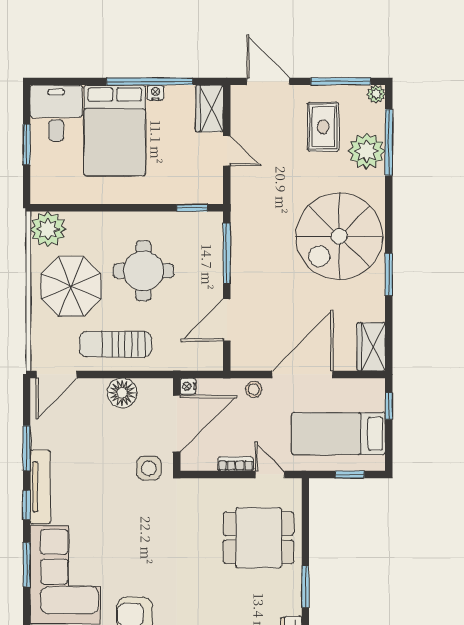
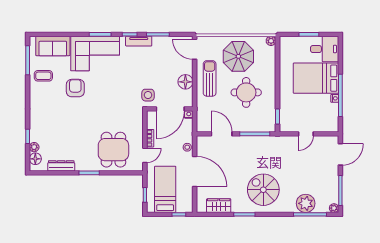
wardrobe: (210, 108) -> (327, 125), removed
rug: (323, 127) -> (318, 182), removed
plant: (48, 229) -> (271, 41), width x0.53, depth x0.53
spiral stairs: (339, 236) -> (263, 190), width x0.73, depth x0.73
wardrobe: (371, 347) -> (219, 206), moved
door: (177, 424) -> (170, 109), hinge flipped
tv unit: (40, 487) -> (139, 41), width x0.71

